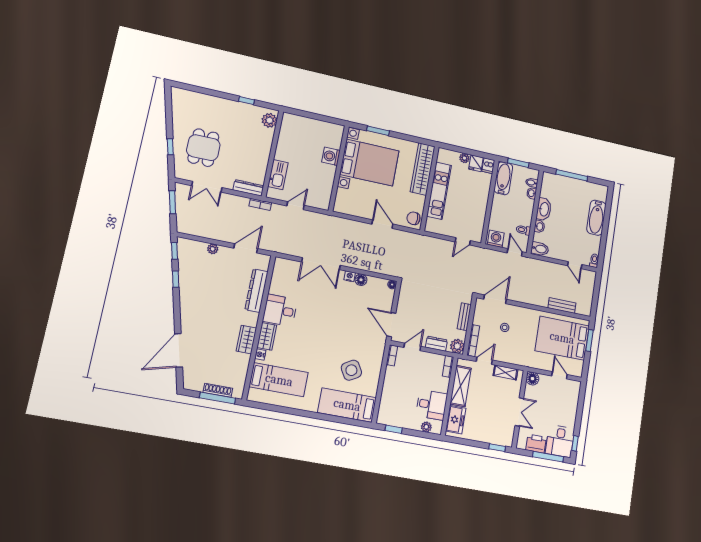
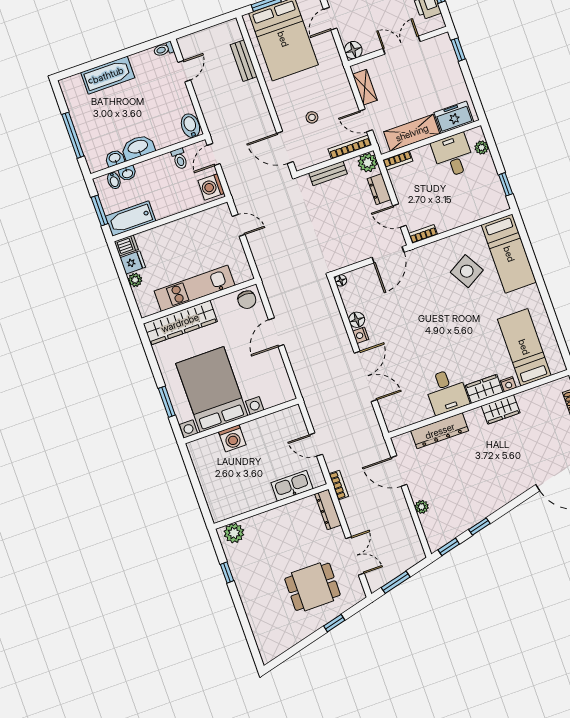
washbasin: (539, 226) -> (115, 158), moved

